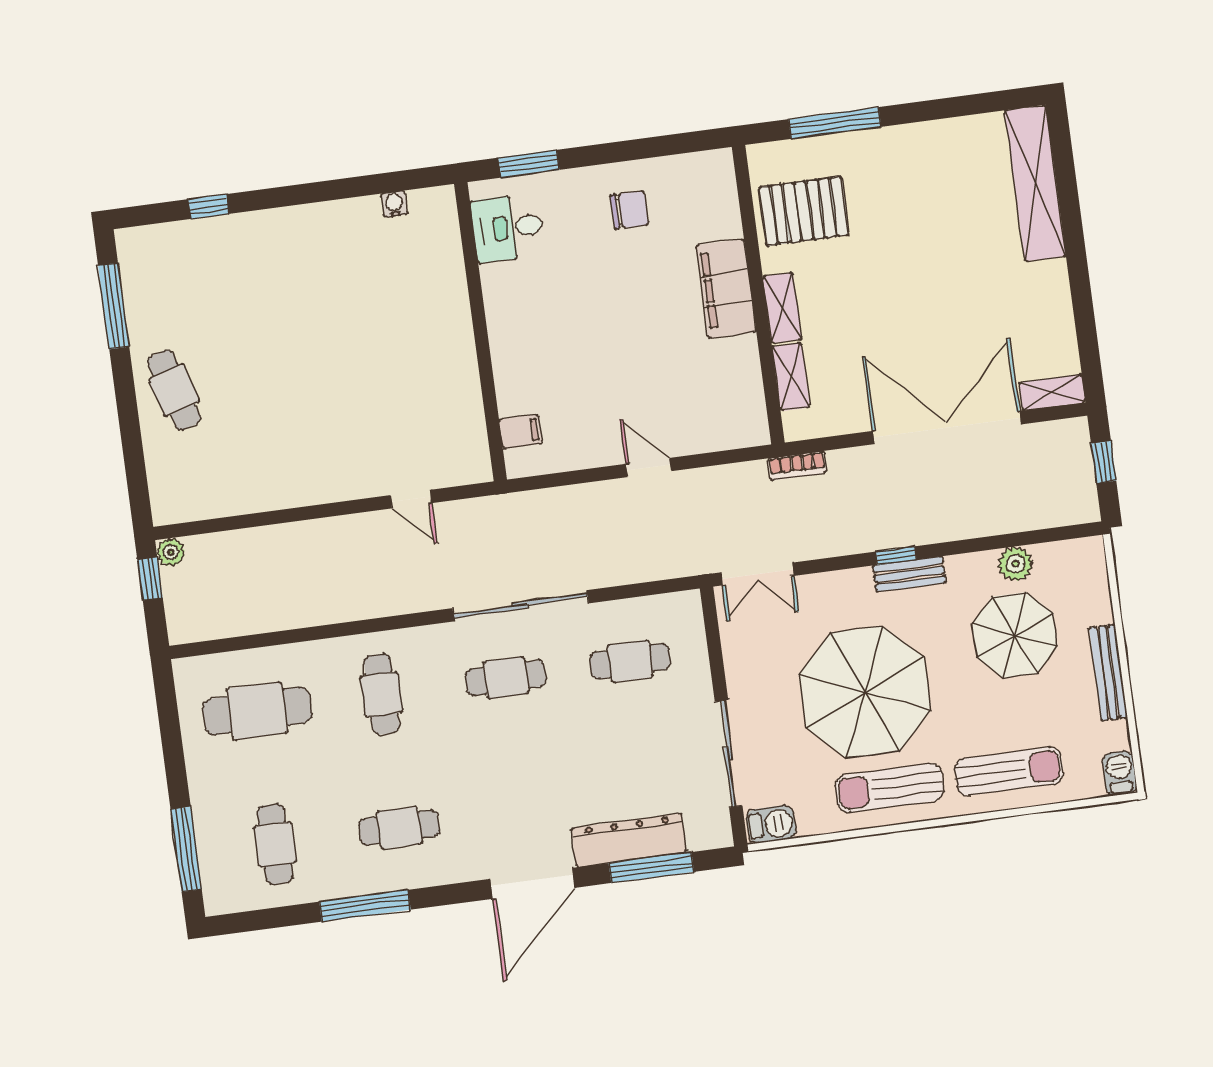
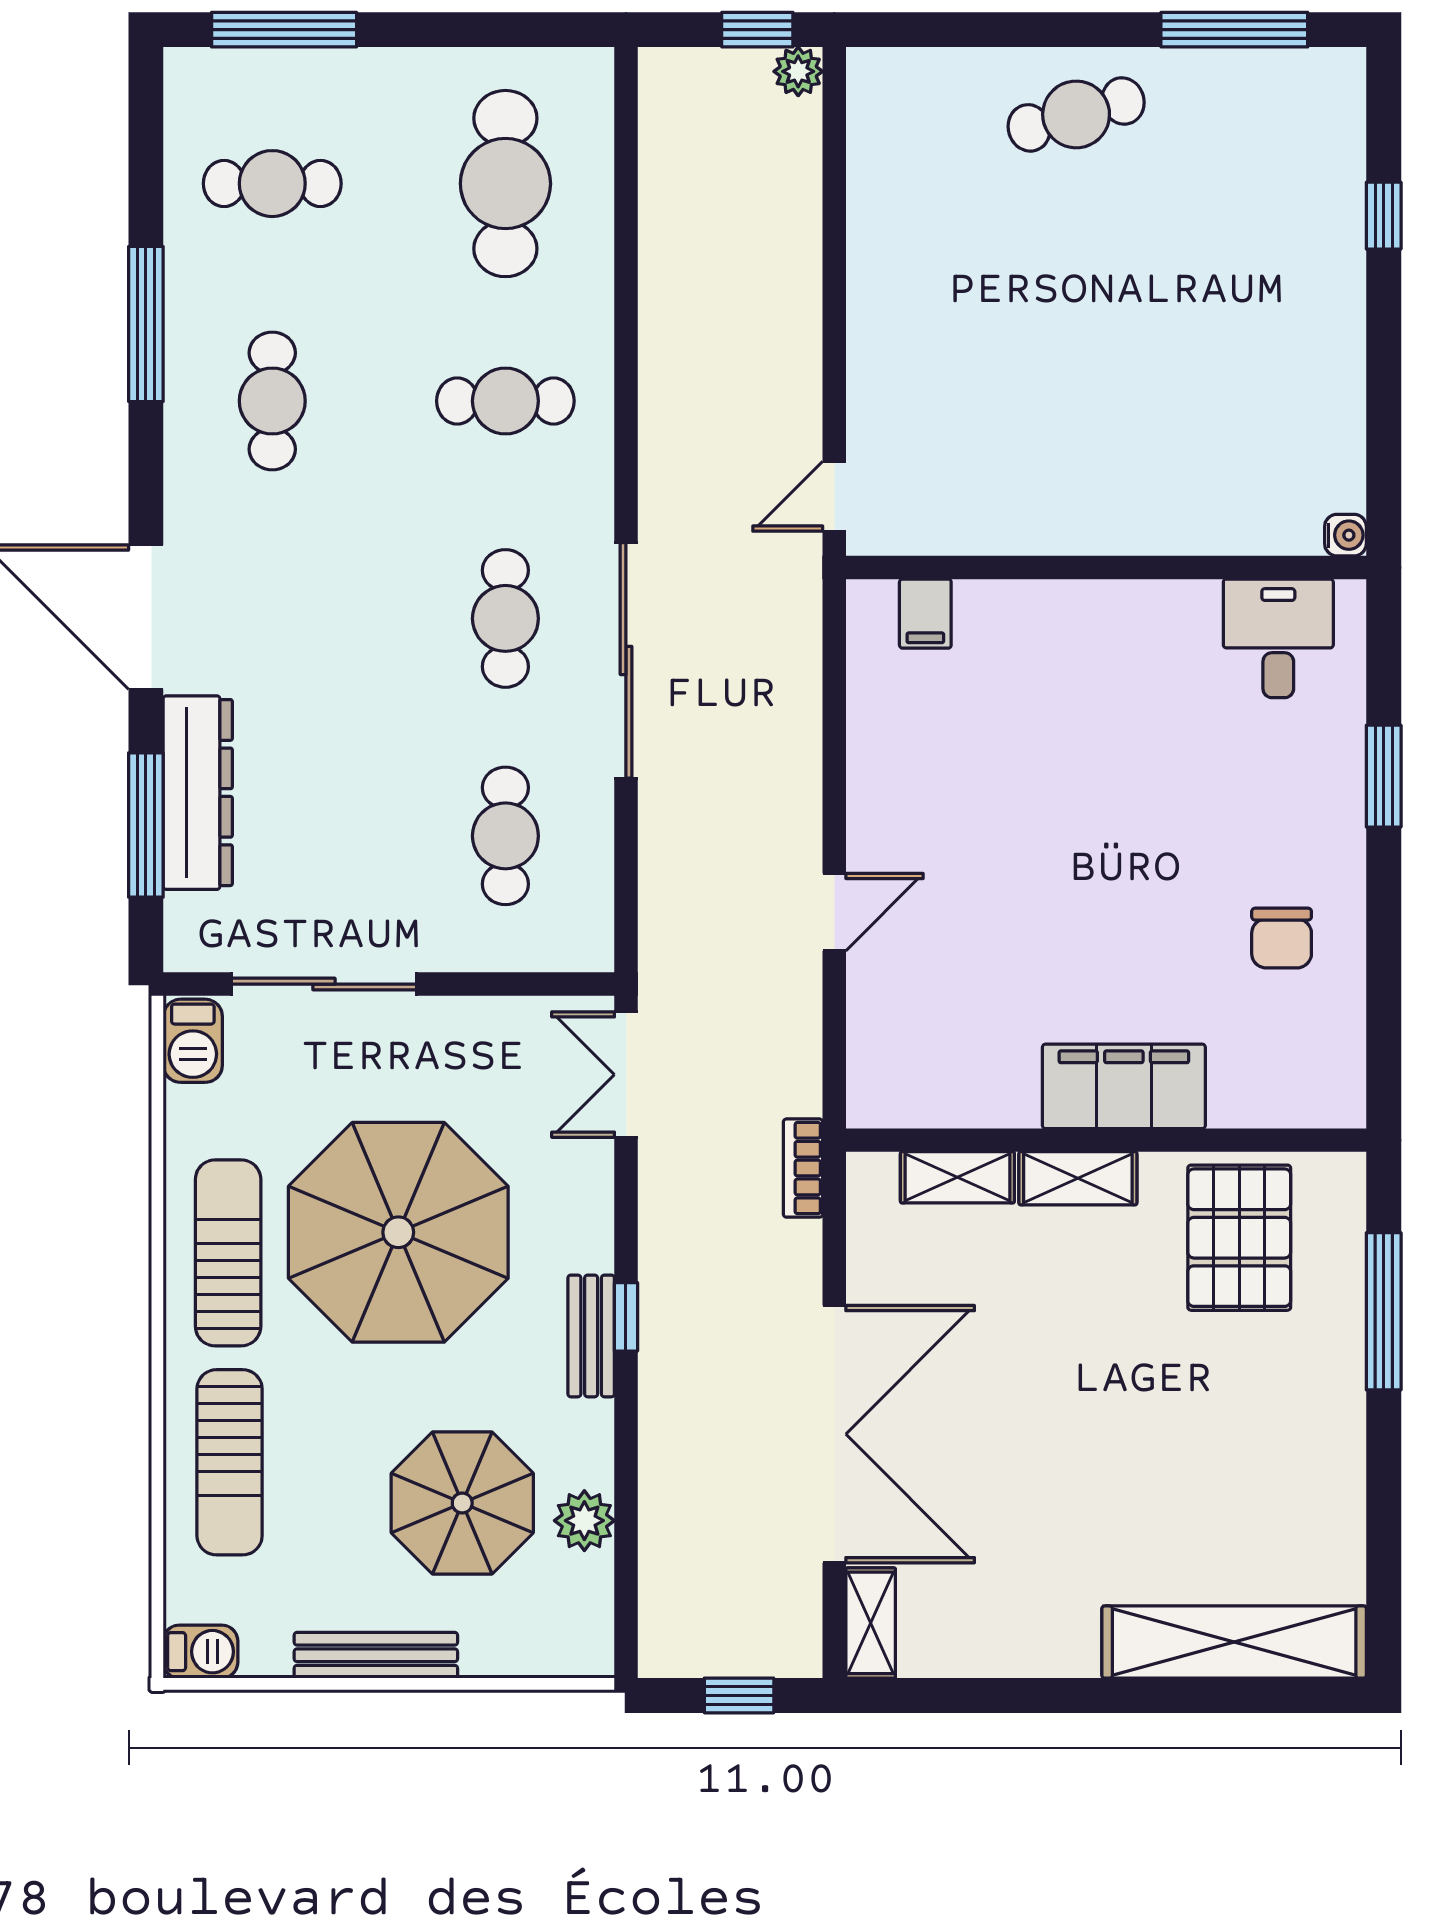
desk: (508, 228) -> (1278, 638), moved
wall: (481, 332) -> (1106, 568), moved
filing cabinet: (521, 432) -> (925, 614), moved

